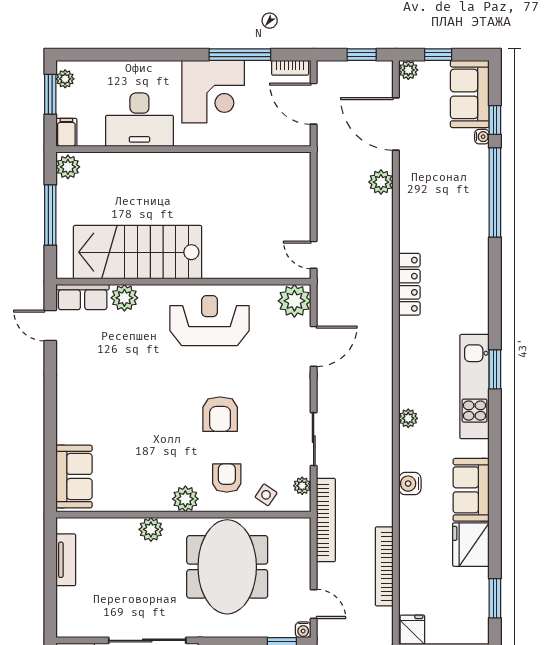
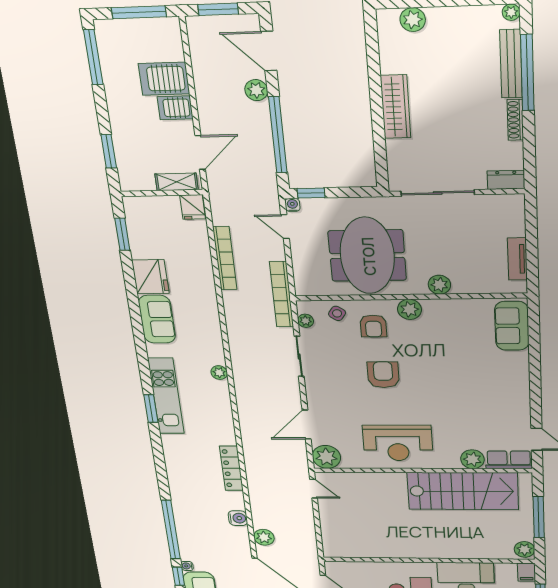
water cooler: (410, 484) -> (238, 518), moved

